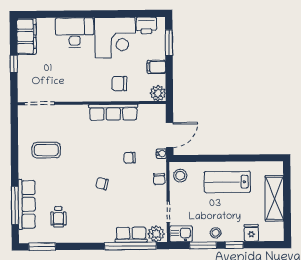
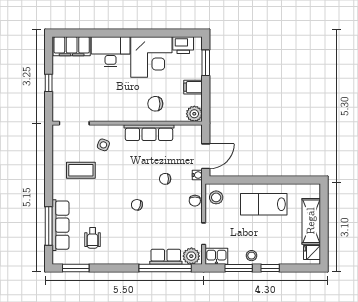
filing cabinet: (27, 36) -> (72, 46), moved, turned 90
side table: (68, 125) -> (103, 145), added
fridge: (251, 233) -> (312, 253), moved, turned -90

